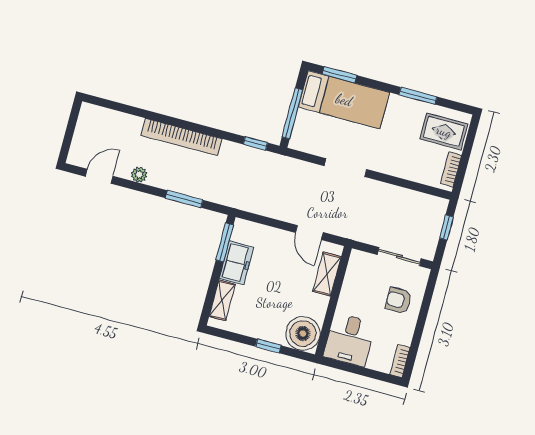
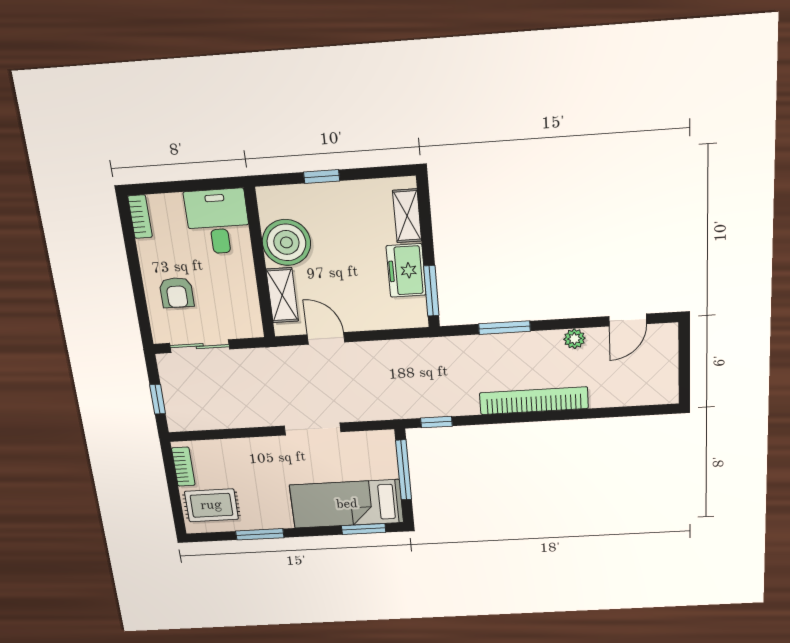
armchair: (399, 300) -> (177, 293), turned 90
boiler: (303, 334) -> (286, 242), moved

